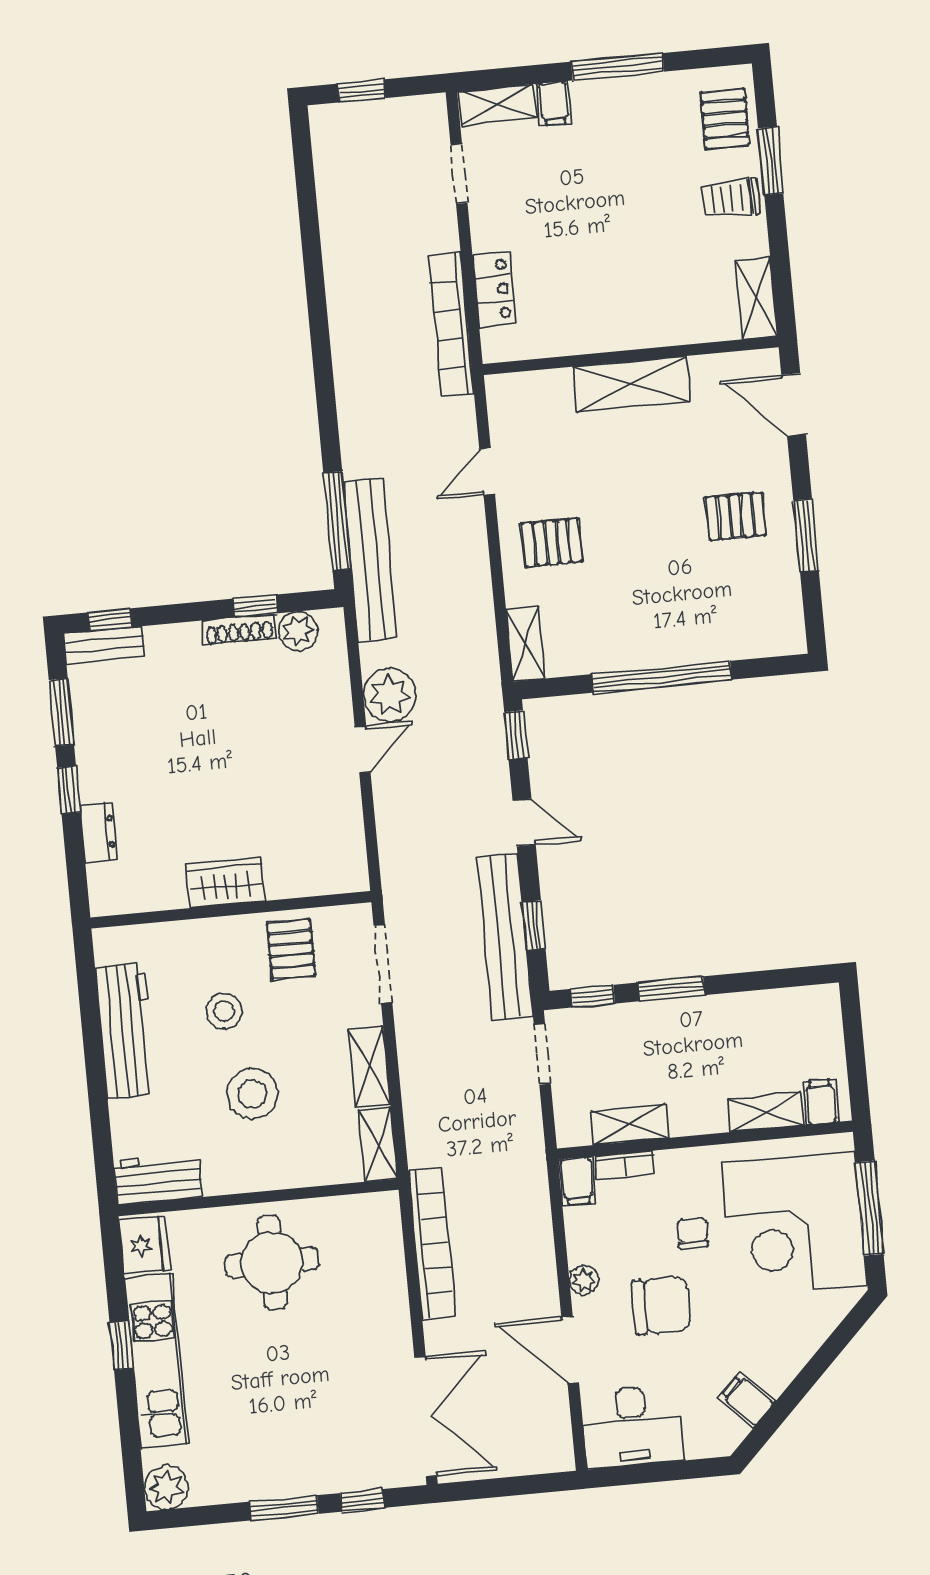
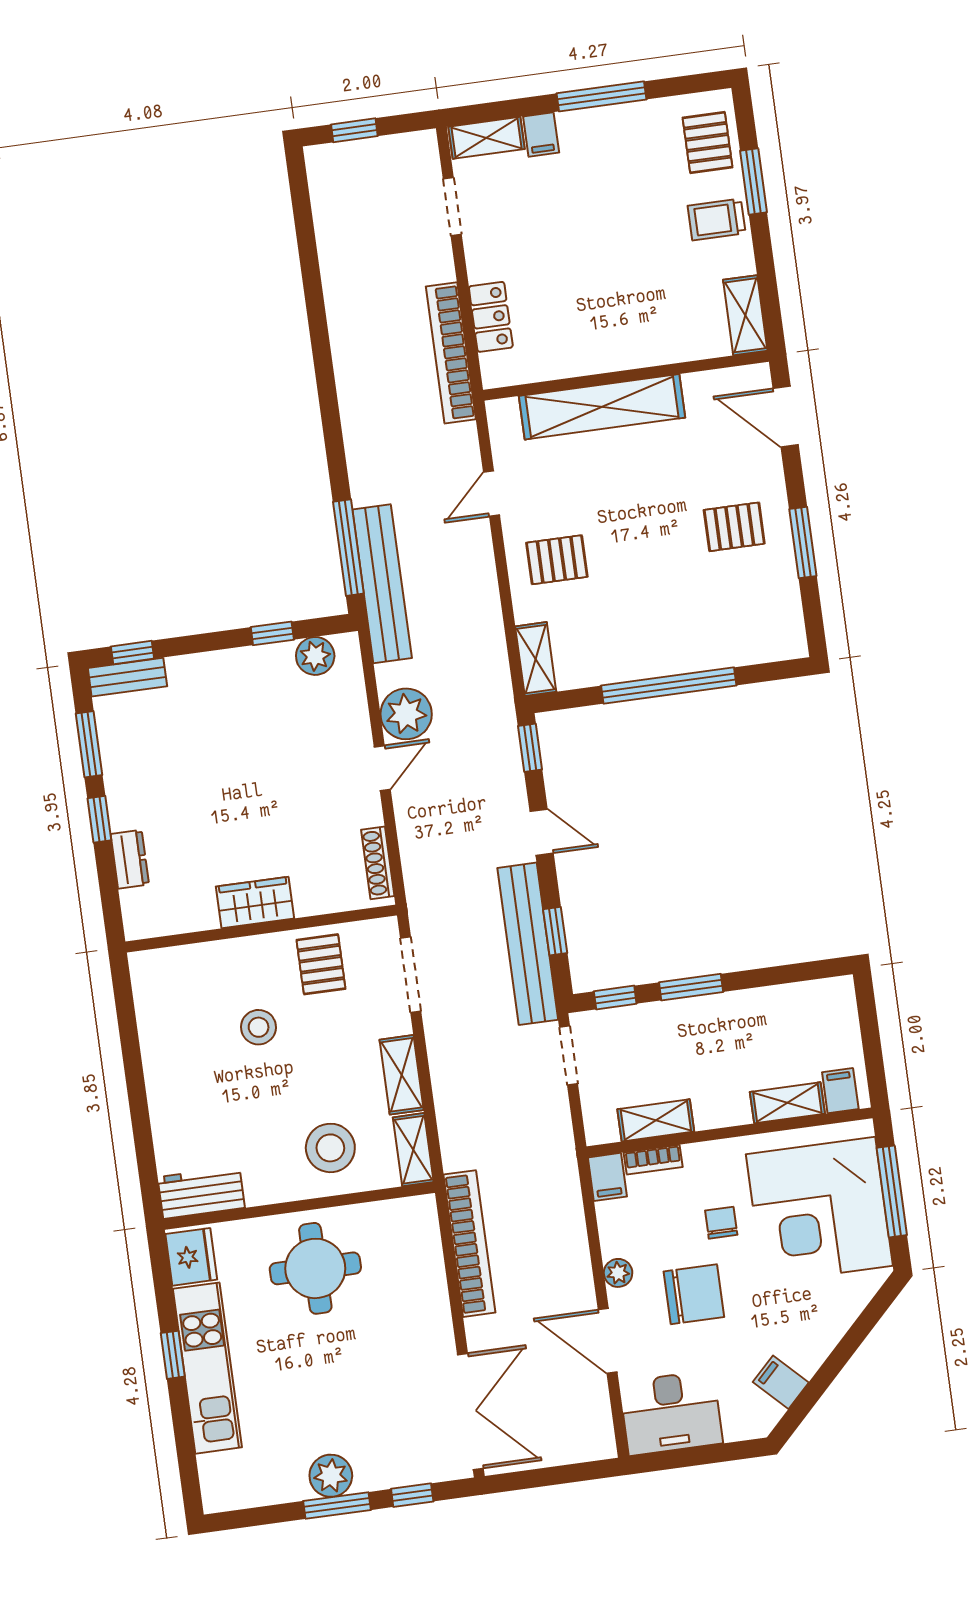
shelving: (631, 384) -> (602, 407), width x1.47
shoe rack: (239, 629) -> (378, 863), moved, turned 90
workbench: (126, 1031) -> (164, 1050), removed
stool: (252, 1094) -> (330, 1148), moved
plant: (166, 1488) -> (331, 1476), moved

